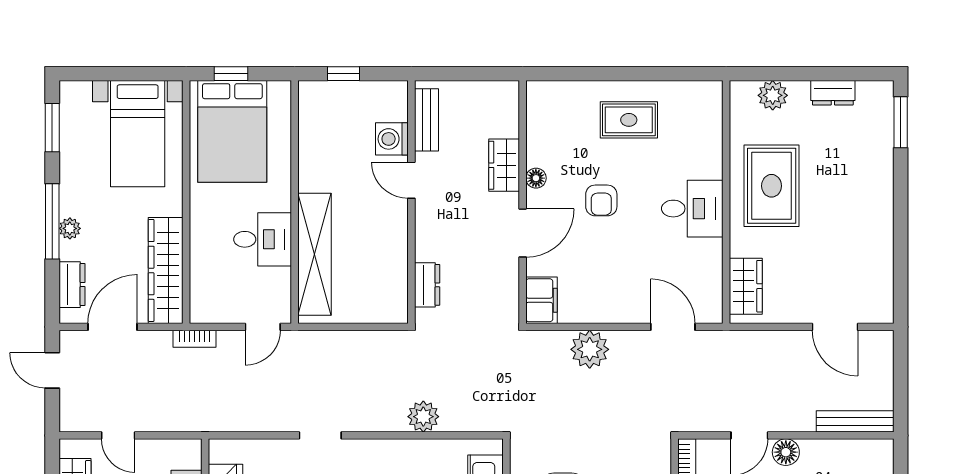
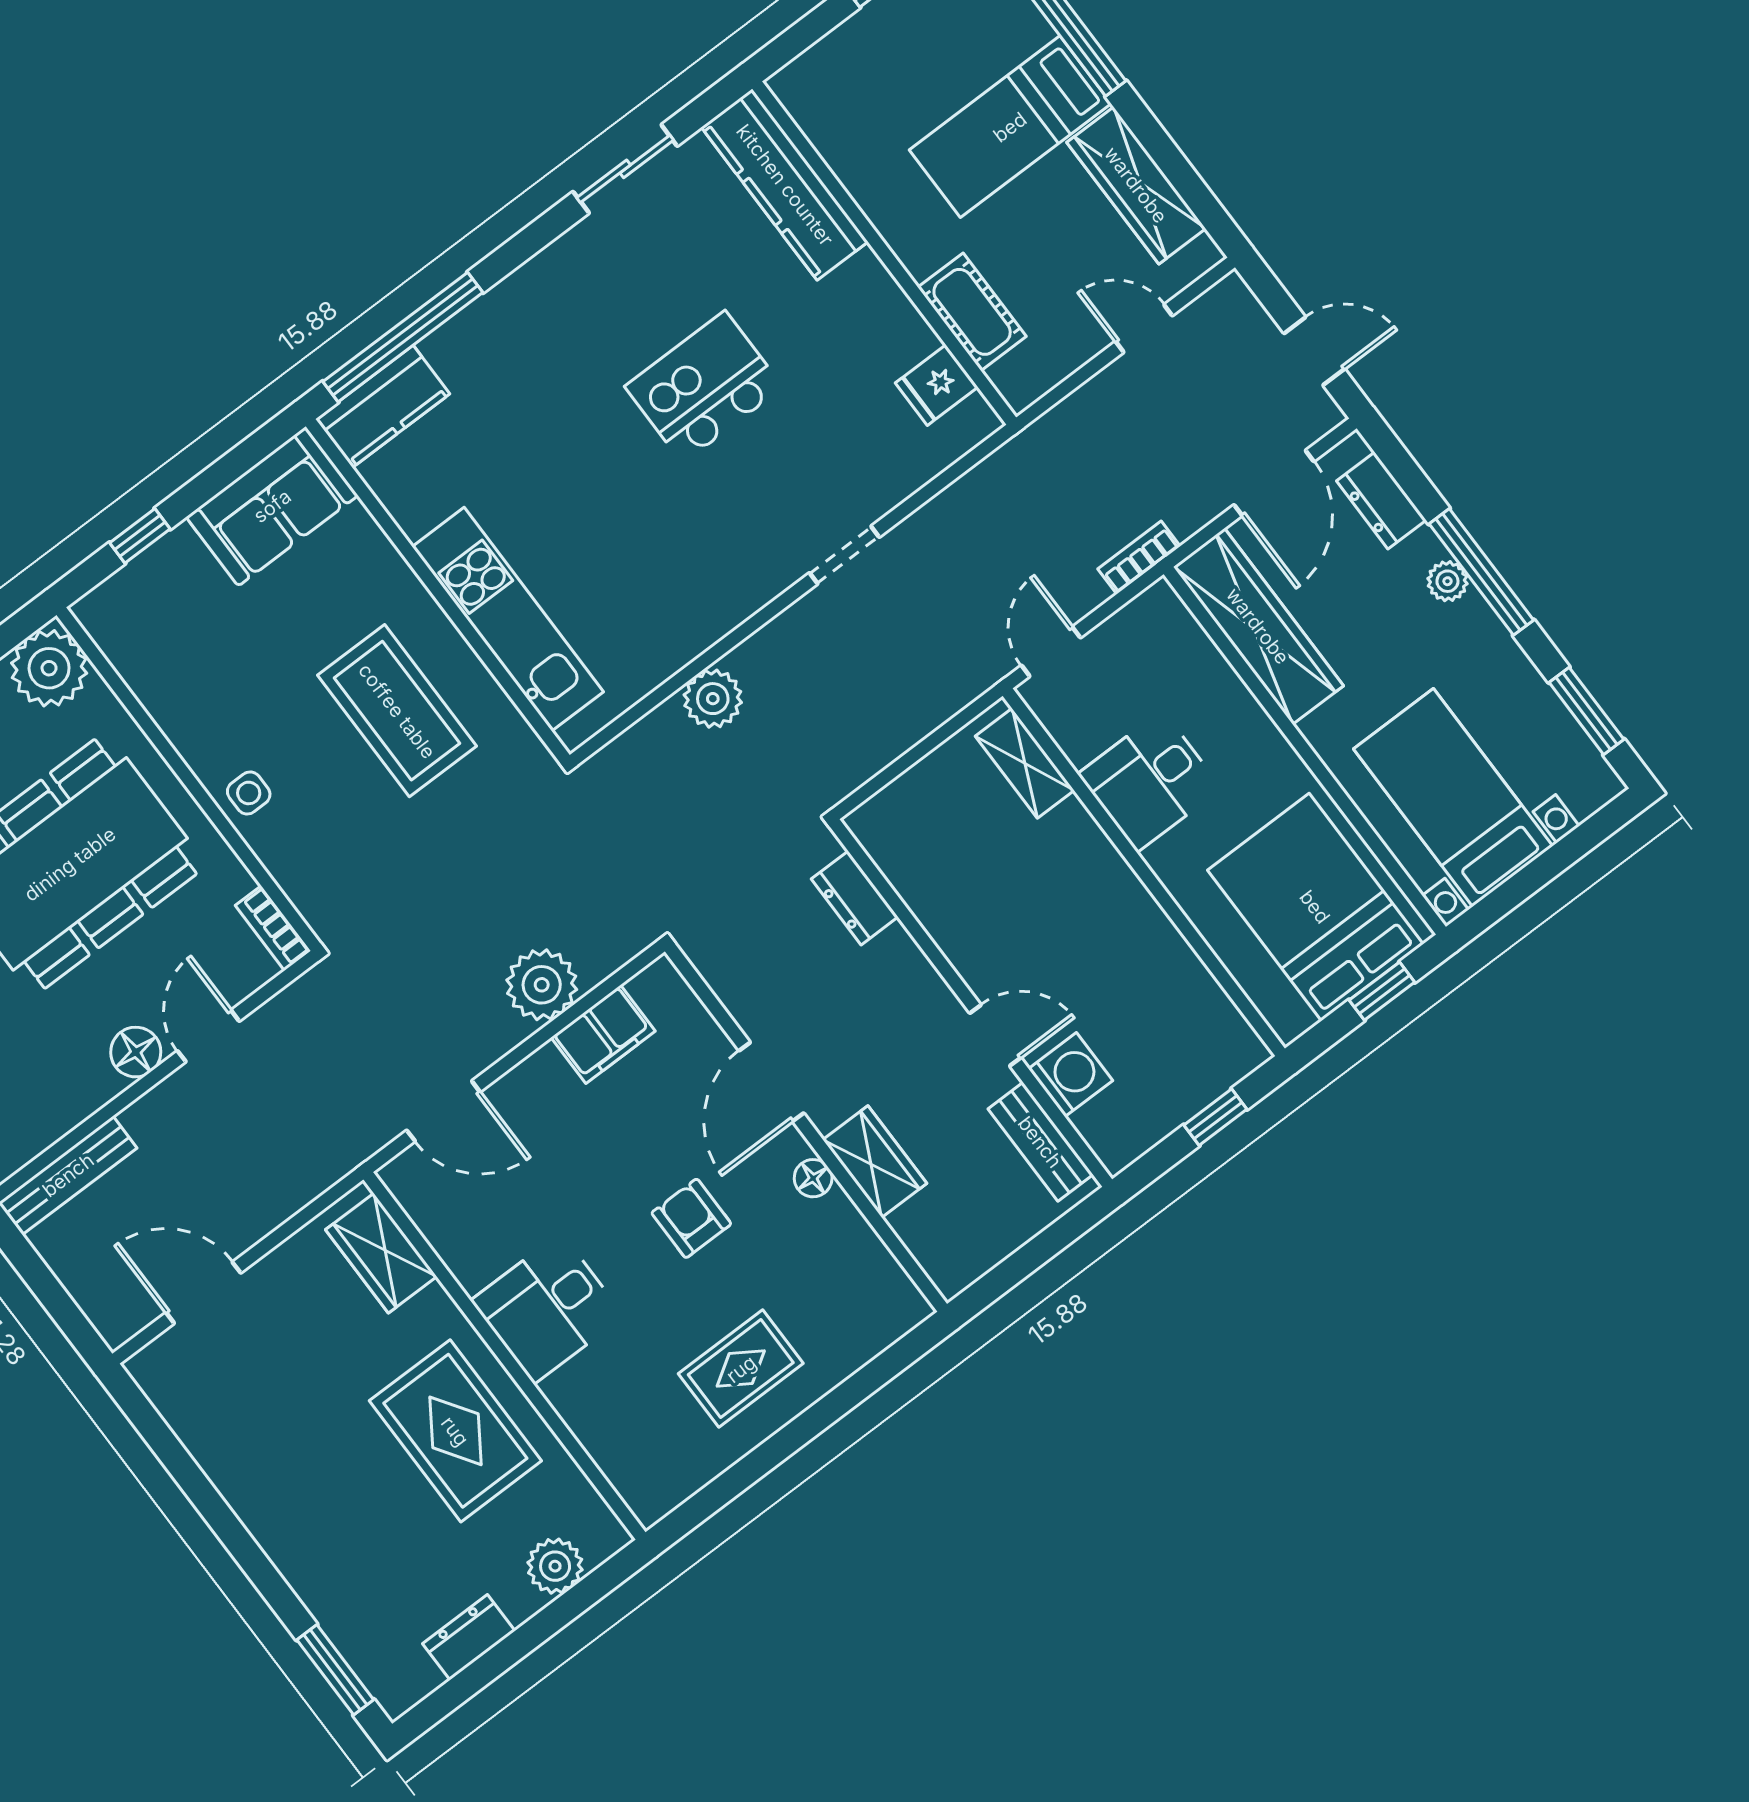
shelving: (315, 254) -> (1025, 763), width x0.45, depth x0.75
filing cabinet: (541, 300) -> (603, 1034), moved, turned -90

